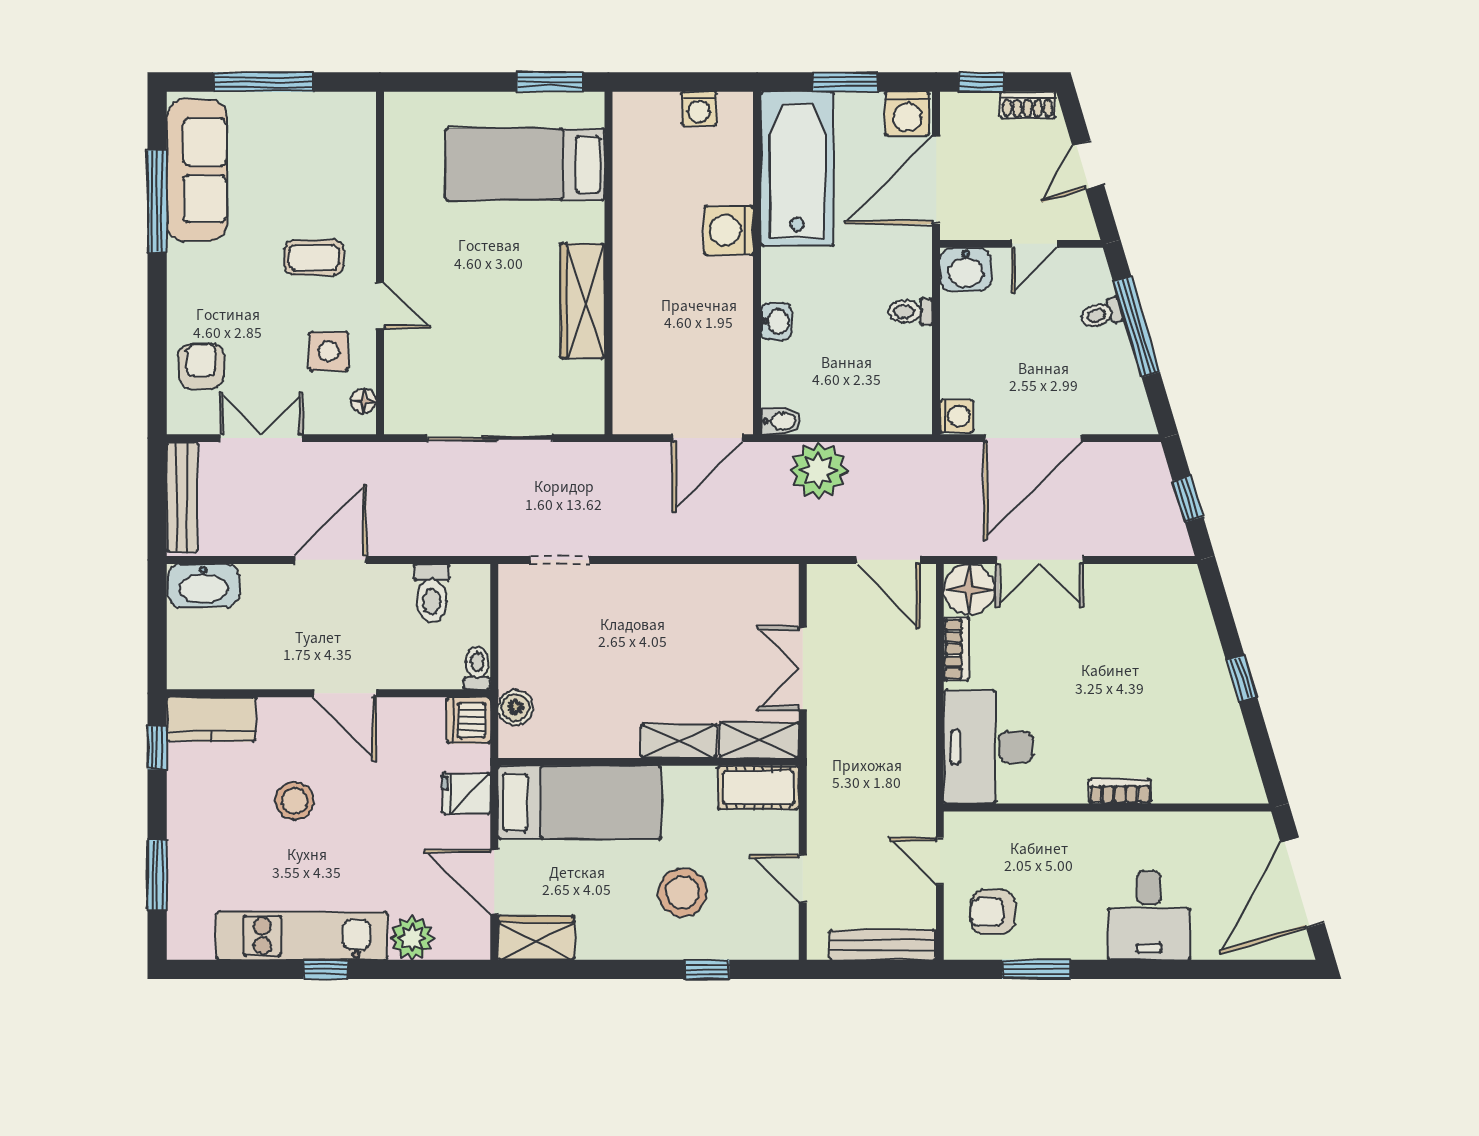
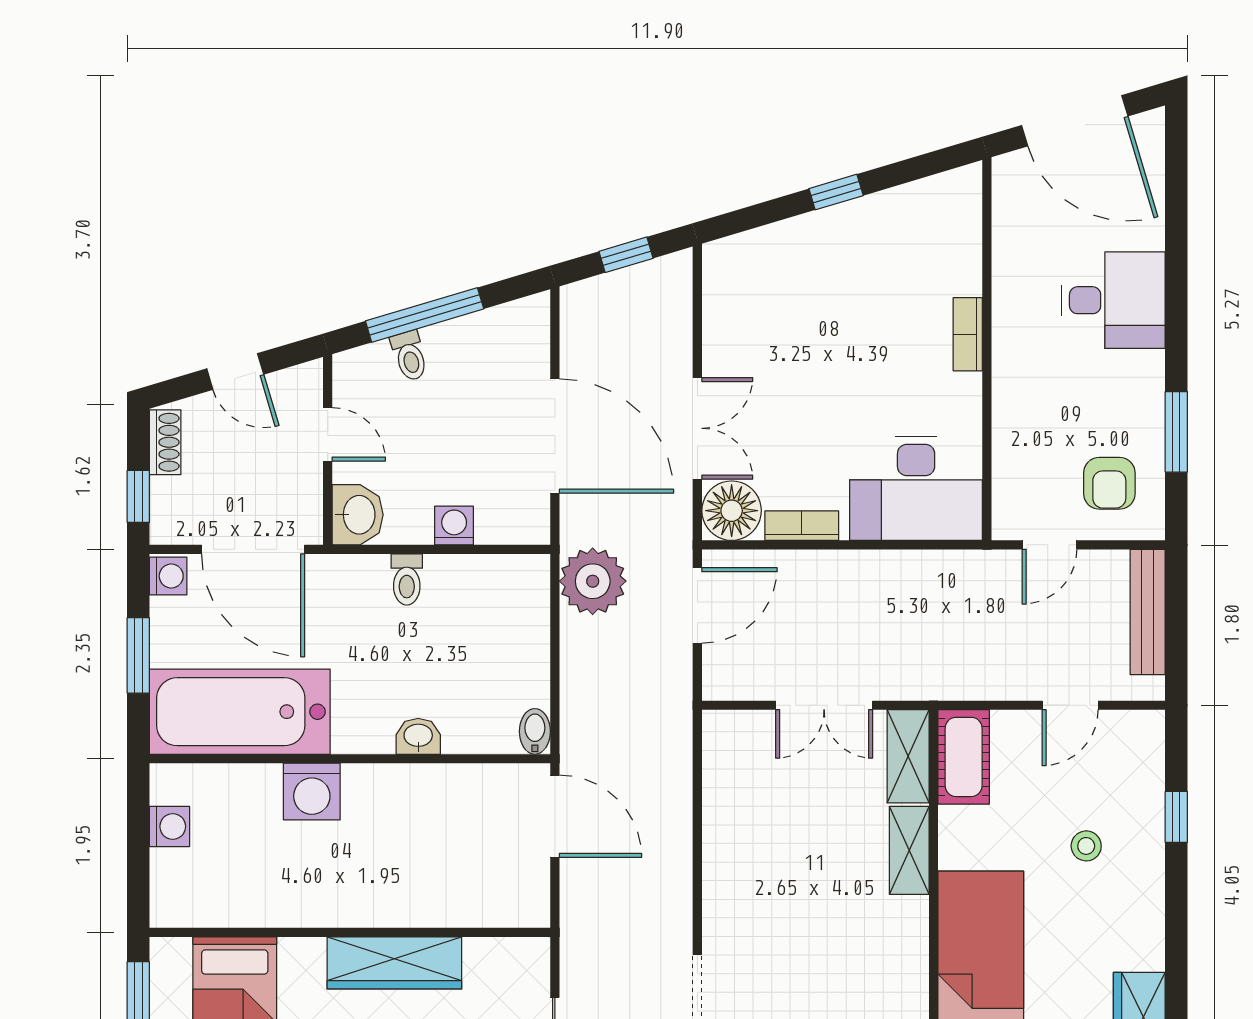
washing machine: (907, 114) -> (168, 576), width x0.73, depth x0.73
washing machine: (956, 416) -> (454, 526), moved
plant: (819, 470) -> (593, 581), moved
stool: (682, 892) -> (1086, 846), width x0.53, depth x0.53

